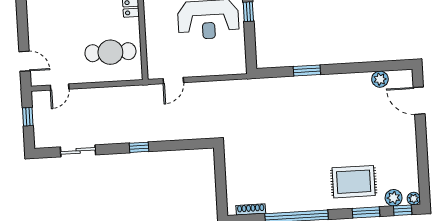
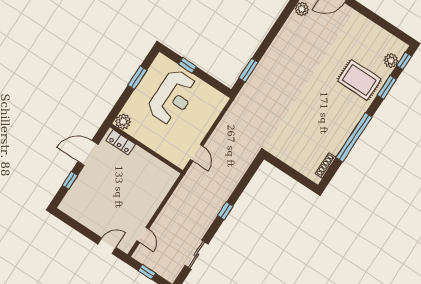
cafe table: (110, 52) -> (145, 182), removed
window: (307, 70) -> (248, 70), moved
rug: (354, 182) -> (359, 80), turned 90
plant: (414, 199) -> (402, 47), removed

